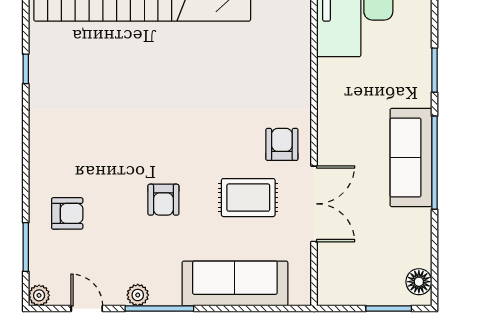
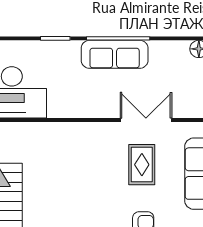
armchair: (282, 144) -> (106, 142), removed

